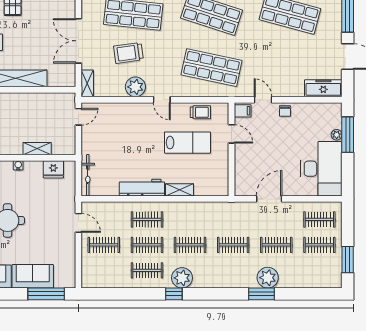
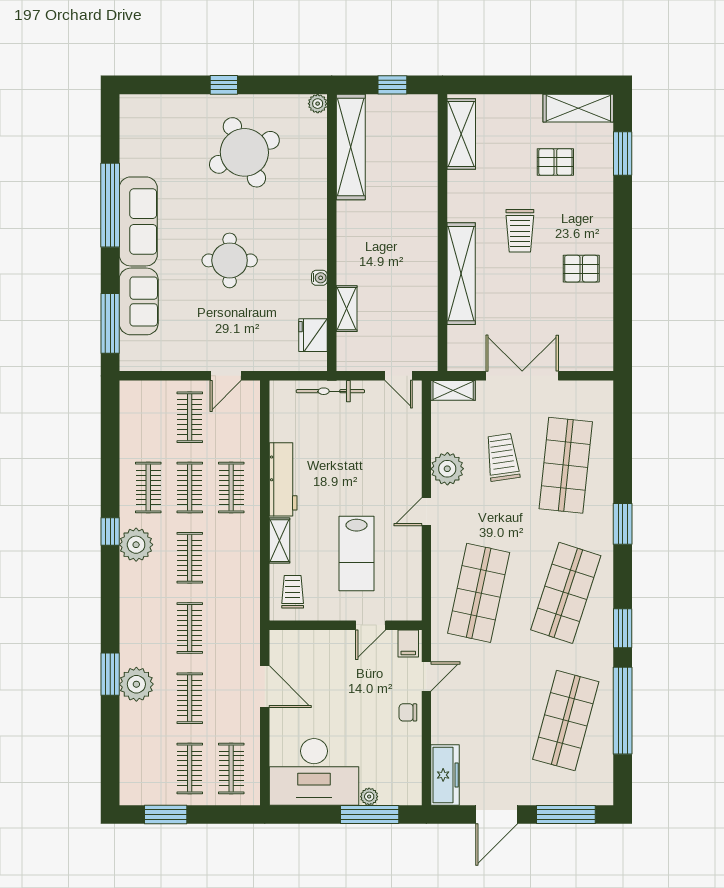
trolley: (200, 112) -> (293, 592), moved, turned 180
bicycle: (88, 175) -> (330, 391), moved

